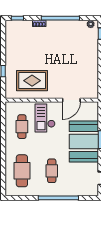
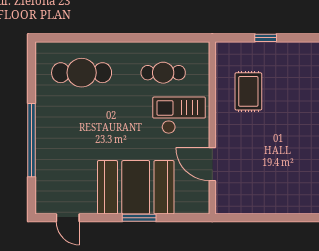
rug: (32, 81) -> (248, 91), width x0.73, depth x0.70
cafe table: (52, 171) -> (82, 128), removed

